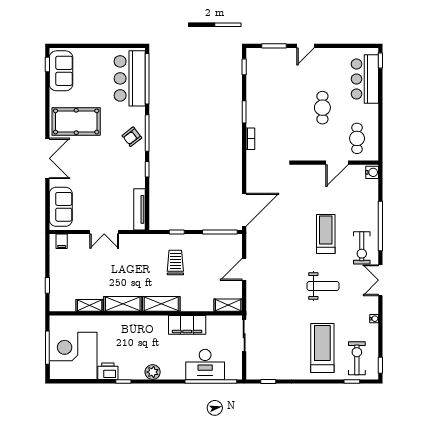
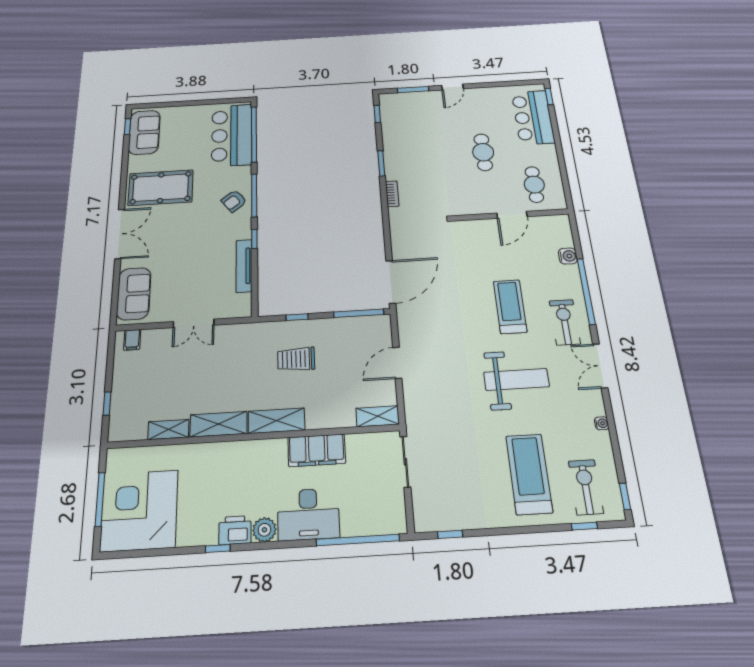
water cooler: (372, 172) -> (568, 256), moved
tv unit: (139, 209) -> (244, 266), moved
exercise bike: (362, 248) -> (565, 322), turned 180
trolley: (175, 262) -> (296, 359), turned -90
weight bench: (323, 286) -> (516, 379), width x1.36, depth x1.33
desk: (205, 364) -> (308, 514), moved
printer: (108, 371) -> (235, 530), moved

